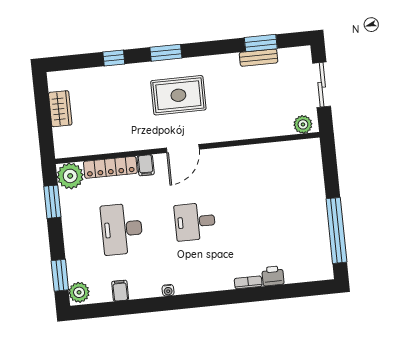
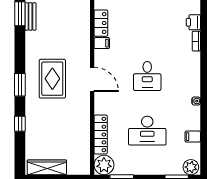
wardrobe: (60, 109) -> (47, 167), width x1.50
locker: (259, 153) -> (101, 23), added
filing cabinet: (146, 165) -> (102, 43), moved

